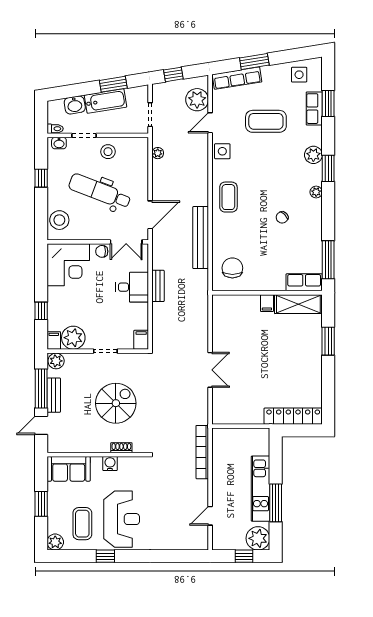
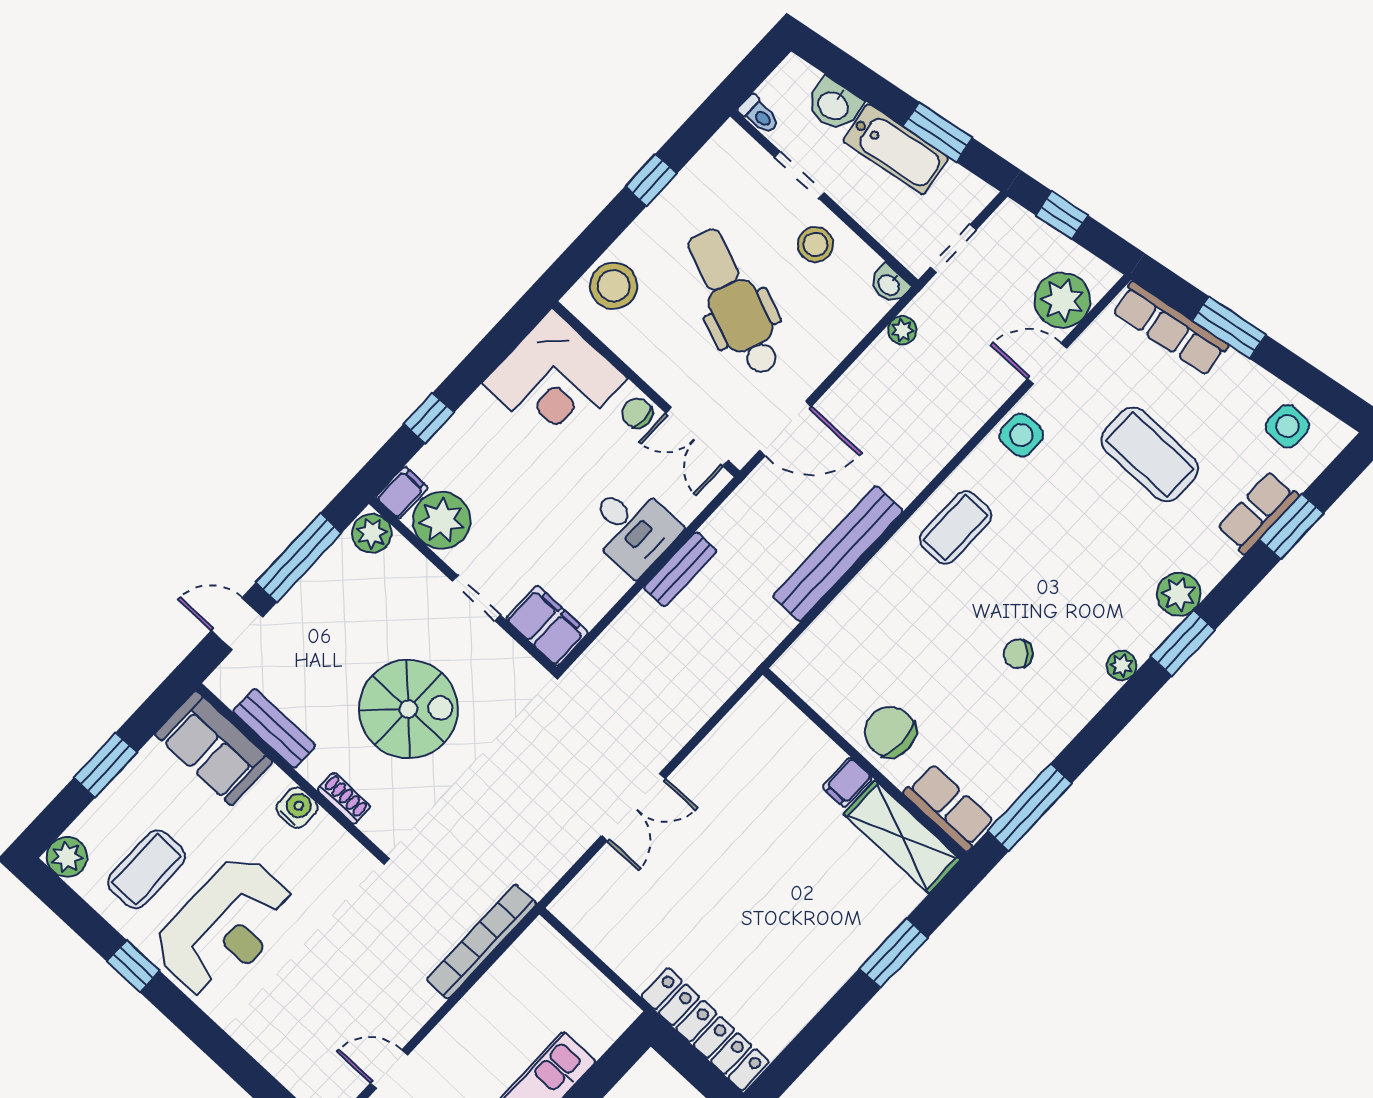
washbasin: (59, 143) -> (889, 284), moved
chair: (232, 268) -> (890, 732), moved, turned -90
filing cabinet: (141, 340) -> (547, 626), width x2.00
bench: (54, 395) -> (274, 728), moved, turned 90

